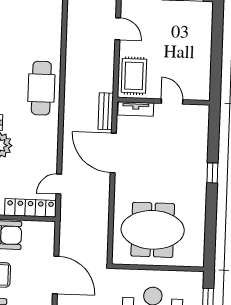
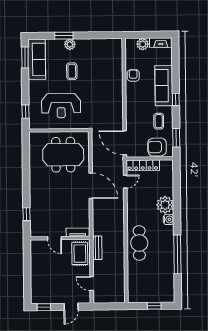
bench: (106, 111) -> (97, 248), moved
door: (113, 153) -> (91, 186), moved
window: (212, 173) -> (27, 214), moved
door: (56, 275) -> (125, 143), moved

